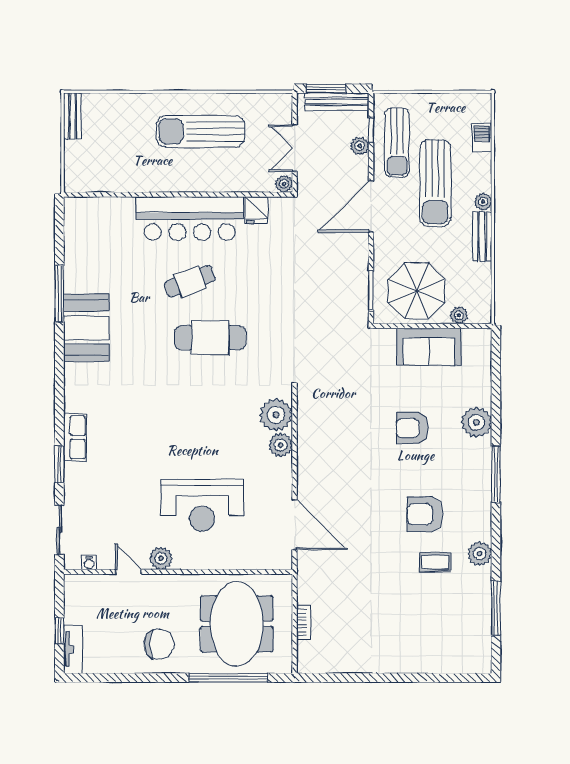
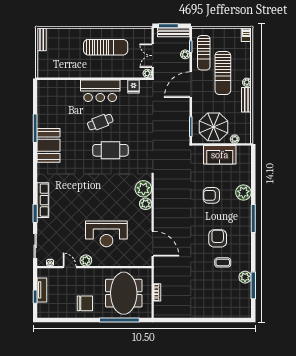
sun lounger: (201, 131) -> (106, 47), turned 180
barbecue: (482, 138) -> (246, 35), moved
bar counter: (190, 219) -> (100, 91), width x0.73
row of seats: (75, 437) -> (43, 200), width x1.48
armchair: (425, 514) -> (218, 238), turned 90
plant: (480, 554) -> (245, 277), moved
tv unit: (73, 649) -> (42, 290), moved

